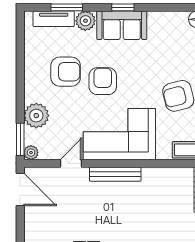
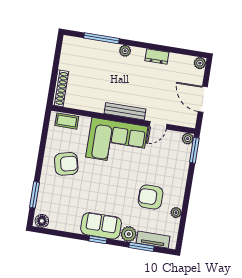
armchair: (103, 81) -> (123, 185), removed
plant: (36, 116) -> (176, 213), moved, width x0.53, depth x0.53
door: (20, 189) -> (203, 99), moved

